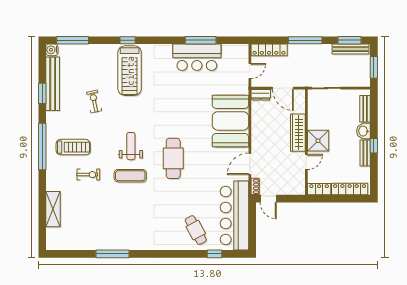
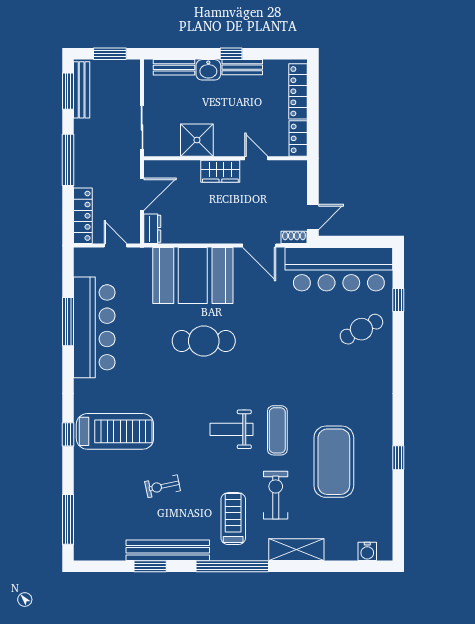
water cooler: (52, 50) -> (367, 551), moved
bar counter: (197, 57) -> (94, 327), width x1.36
bench: (53, 84) -> (168, 550), moved
wardrobe: (298, 133) -> (220, 171), width x0.67
shower: (318, 141) -> (197, 140), moved
cafe table: (173, 158) -> (204, 341), moved
exercise bike: (88, 175) -> (276, 495), width x1.38, depth x1.39
shelving: (53, 209) -> (296, 550), moved
exercise mat: (110, 212) -> (334, 462), added
window: (113, 254) -> (398, 458), width x0.46

